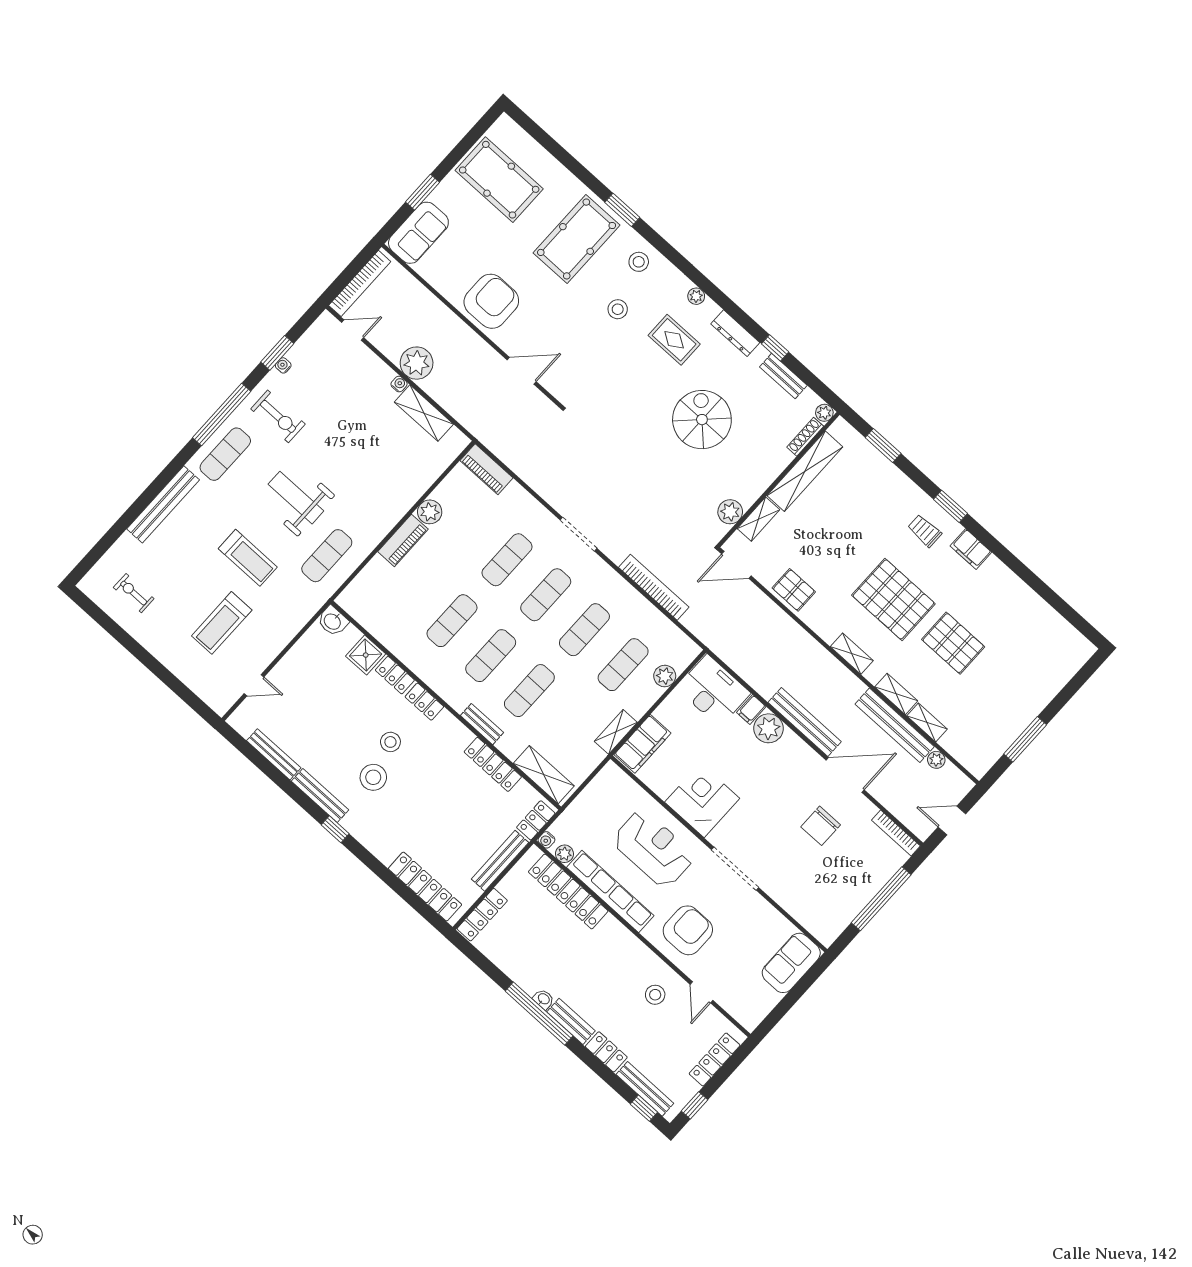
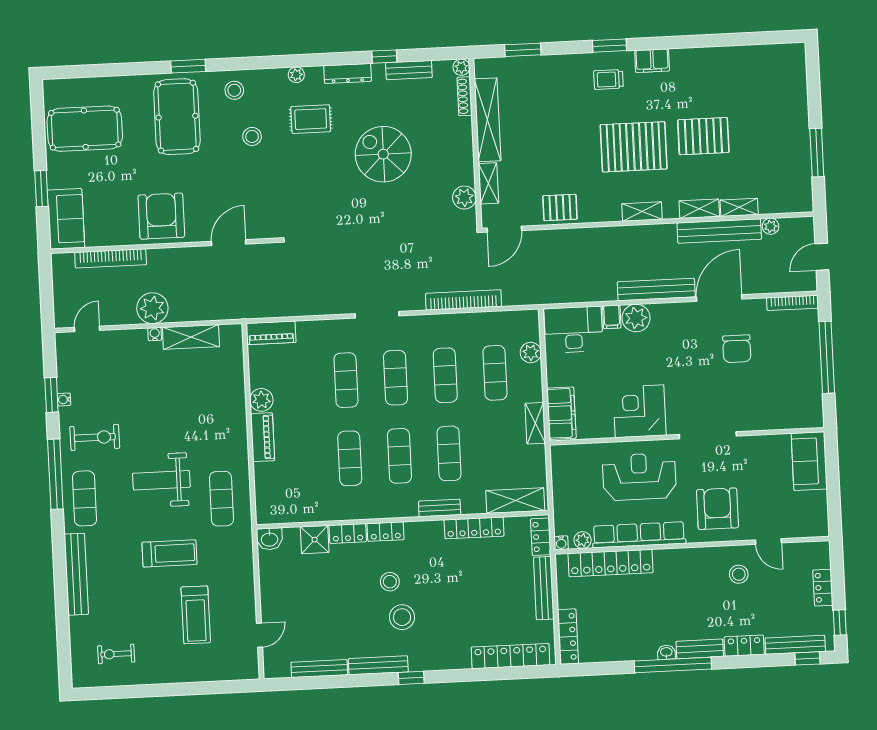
bookcase: (360, 283) -> (111, 258), moved, turned 90
locker: (715, 1059) -> (823, 588), width x0.66

